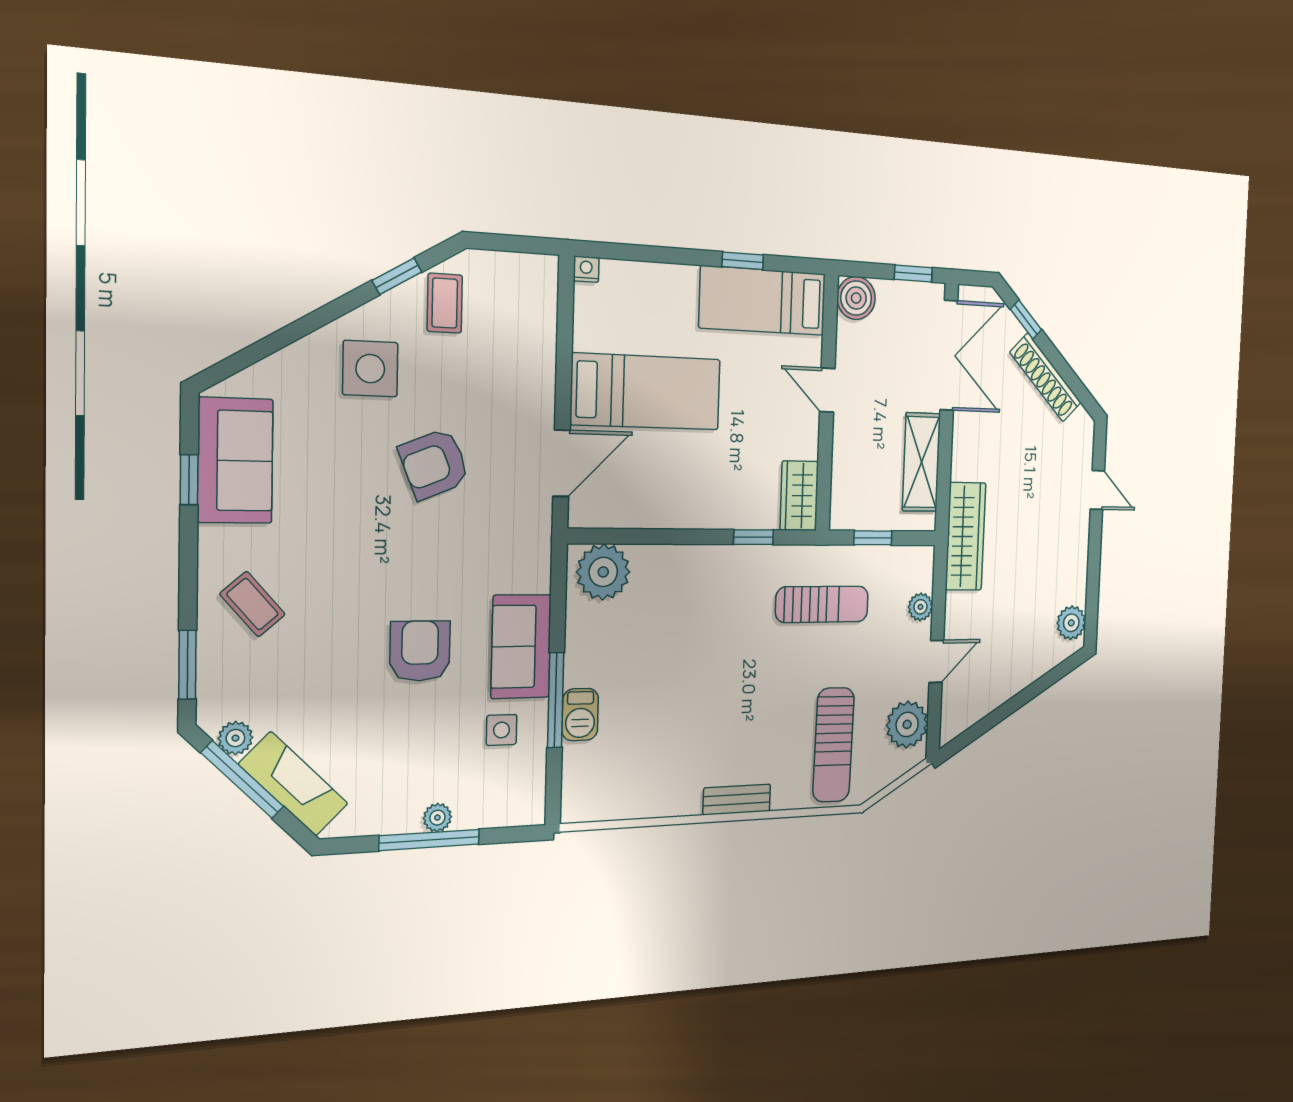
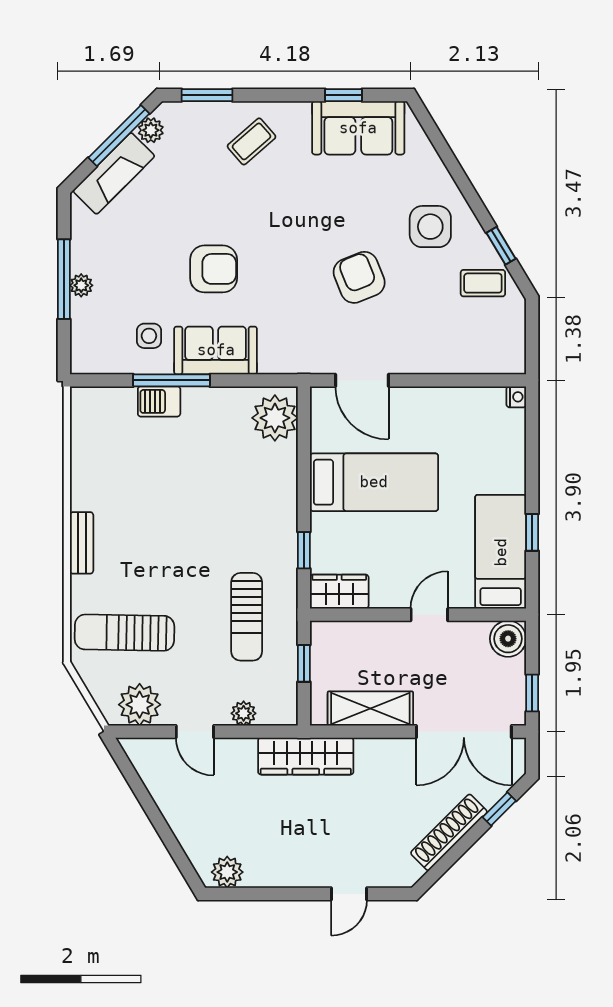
bed: (646, 392) -> (374, 482), moved, turned -90

